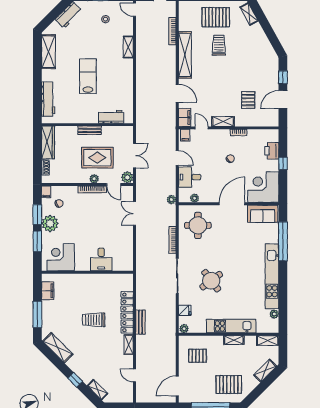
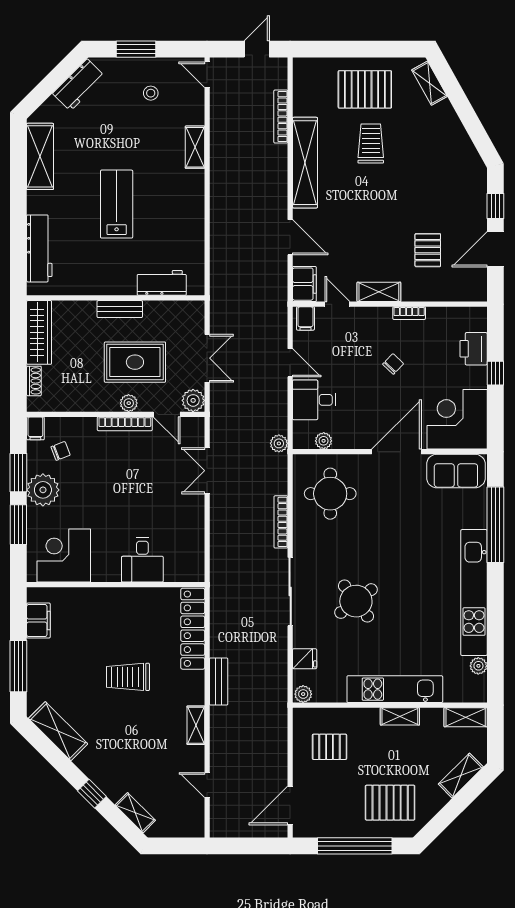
locker: (127, 312) -> (193, 629), moved

